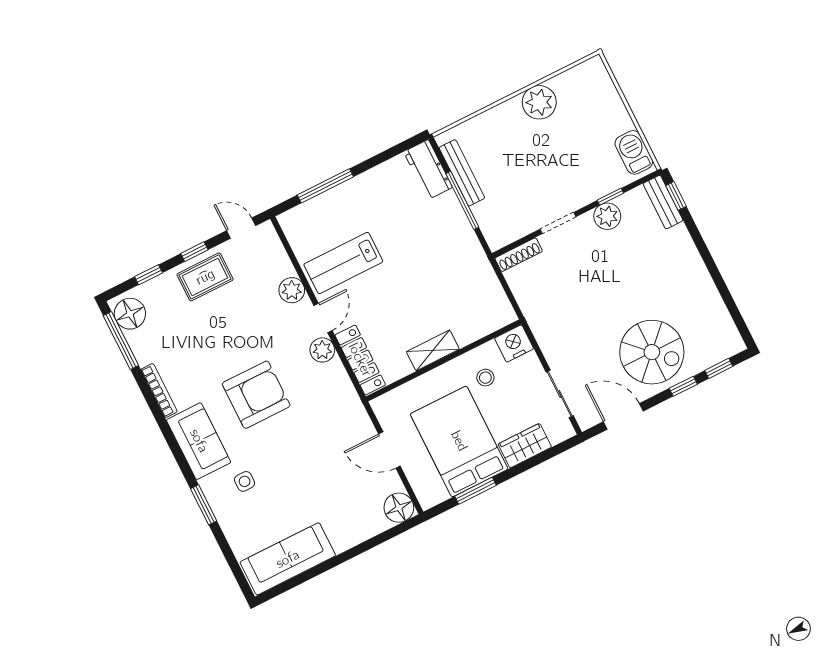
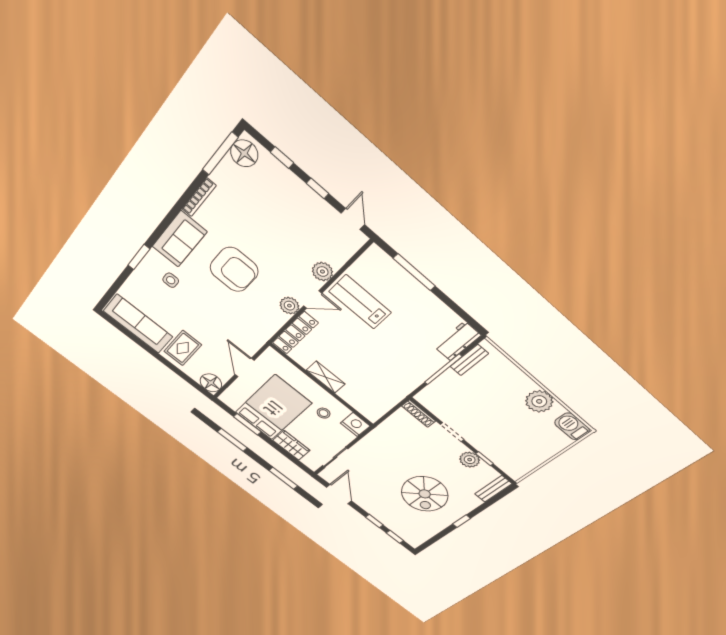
barbecue: (634, 152) -> (572, 426), moved, turned -90
bench: (462, 173) -> (469, 360), width x0.73
window: (676, 196) -> (462, 521), moved
rug: (205, 277) -> (183, 348), moved, turned 90
spiral stairs: (652, 352) -> (425, 494), moved

